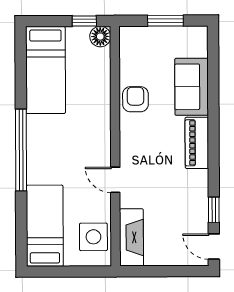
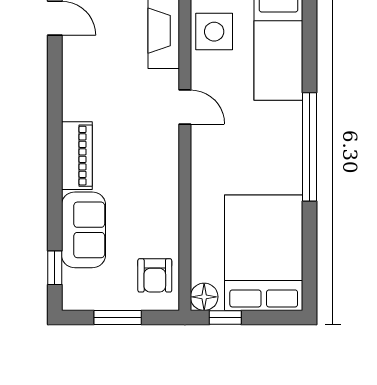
bed: (46, 70) -> (264, 253), width x1.50
armchair: (135, 99) -> (155, 275), moved
window: (214, 210) -> (55, 268), moved

